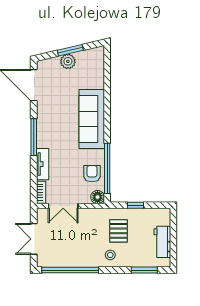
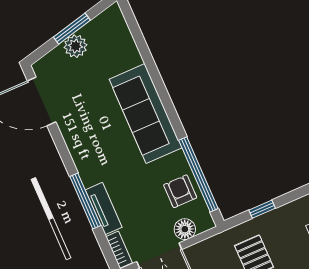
window: (34, 137) -> (85, 201), moved
floor lamp: (98, 197) -> (185, 229), moved

